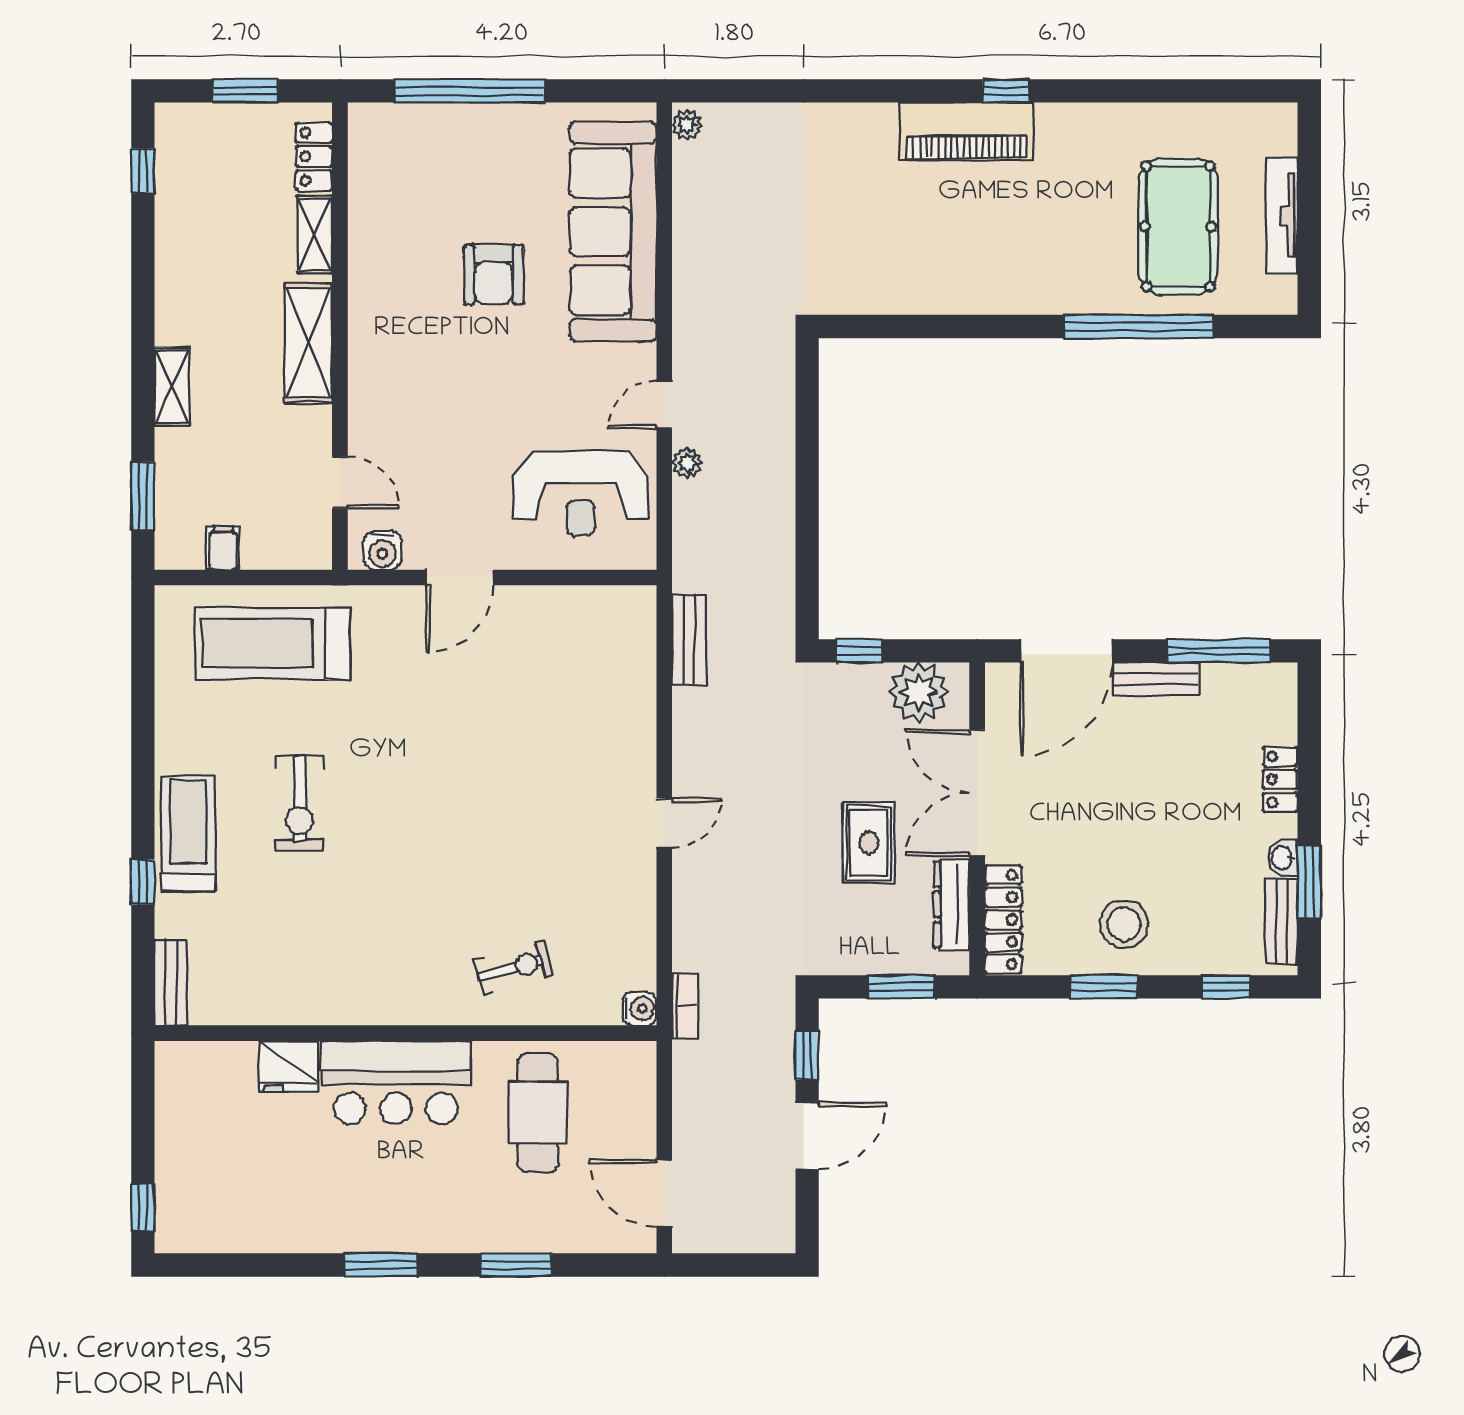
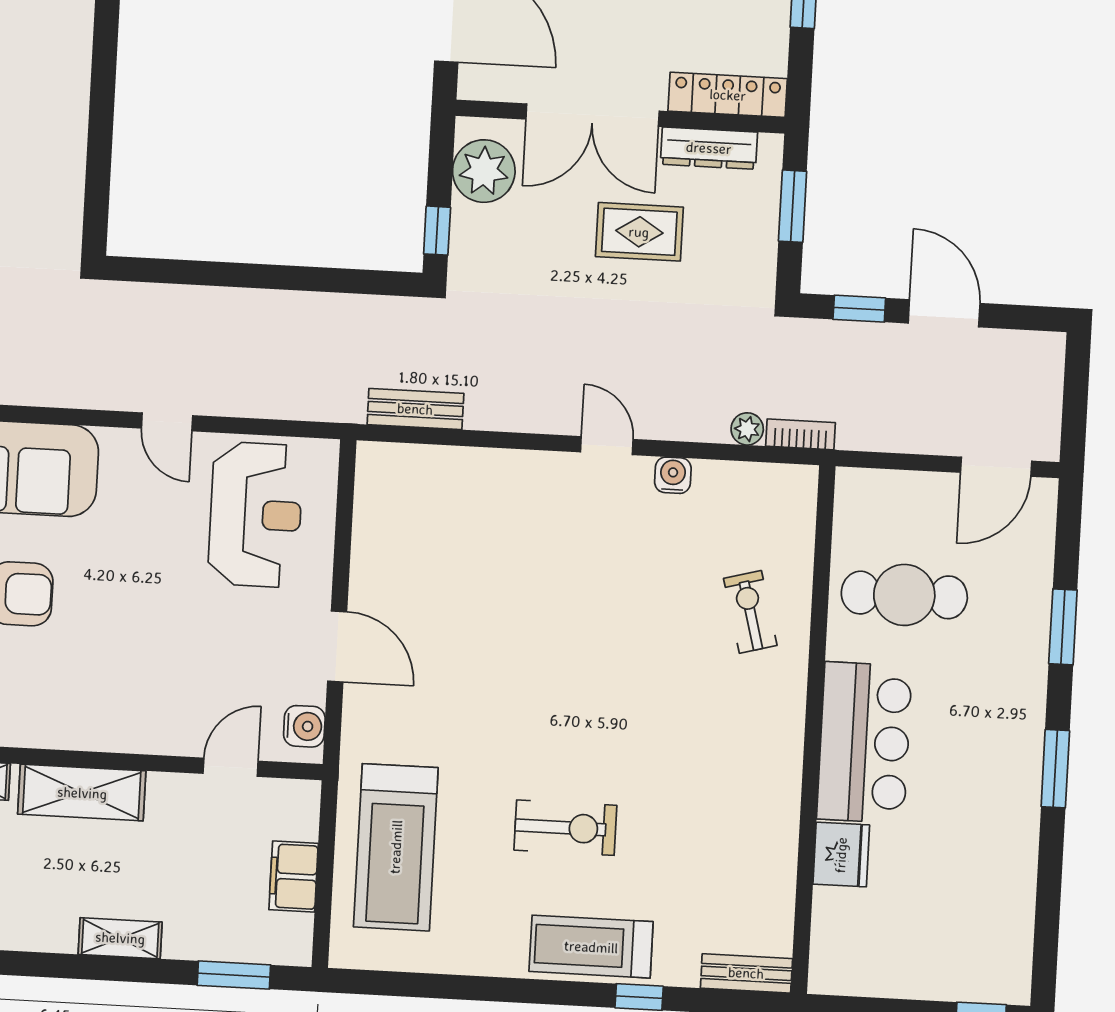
plant: (687, 463) -> (747, 429), moved
filing cabinet: (223, 548) -> (294, 877), width x2.00
water cooler: (640, 1009) -> (673, 475), moved

